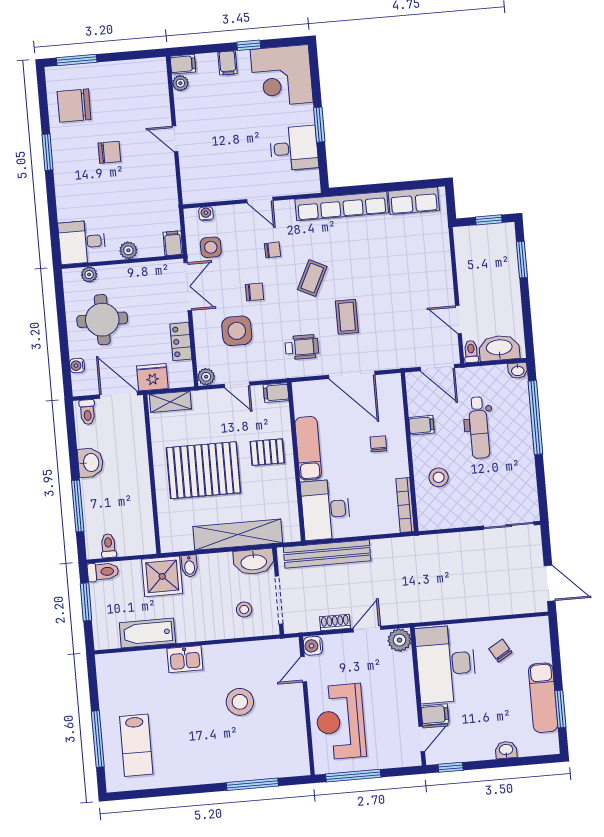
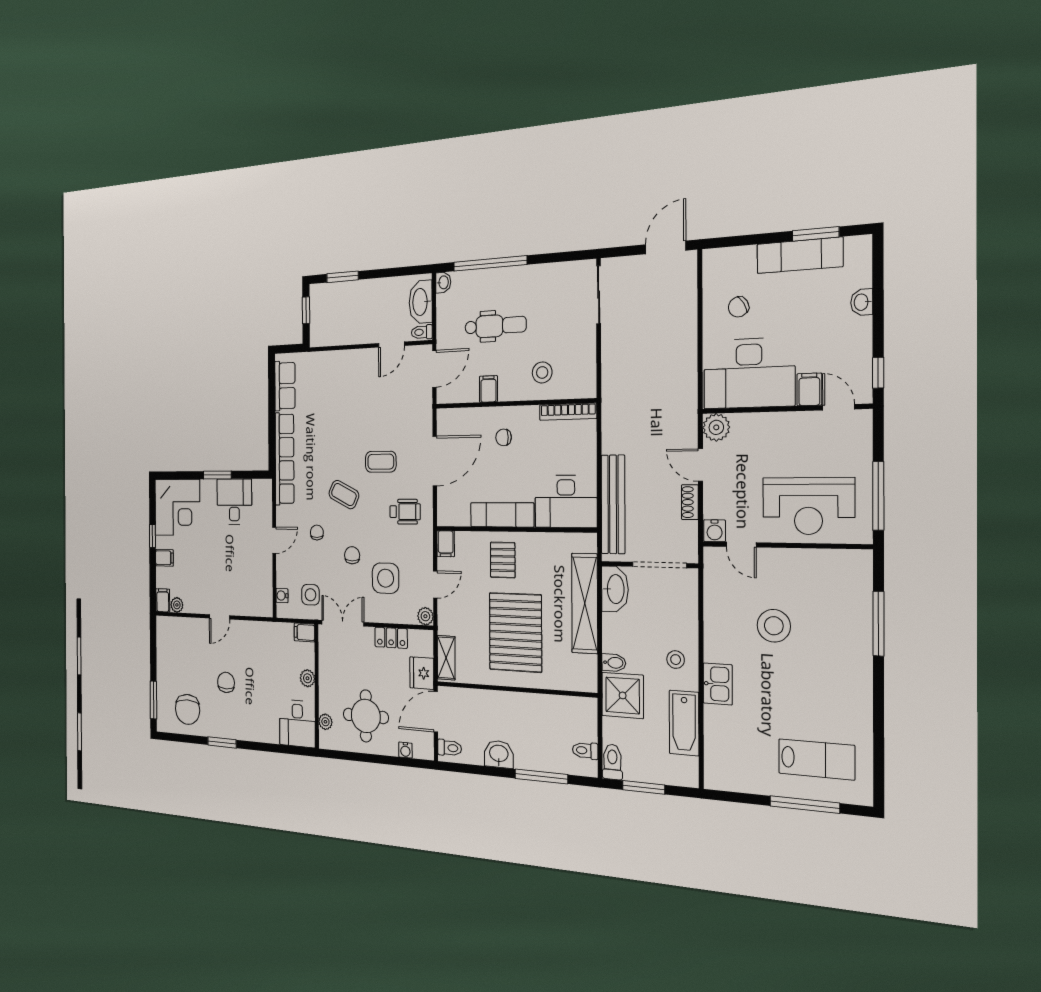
wheelchair: (302, 347) -> (405, 512), turned 90
stool: (244, 610) -> (676, 660), moved

